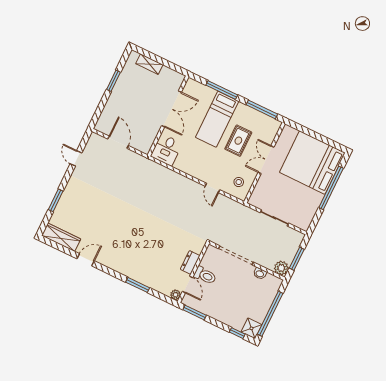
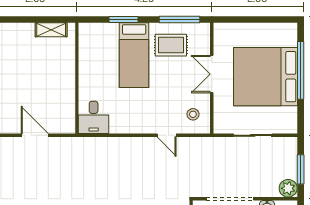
shelving: (149, 64) -> (51, 30), moved
window: (222, 90) -> (123, 19), width x0.69
double door: (171, 109) -> (77, 68), removed
rug: (238, 141) -> (171, 45), moved, turned 90
bed: (312, 163) -> (266, 77), moved

